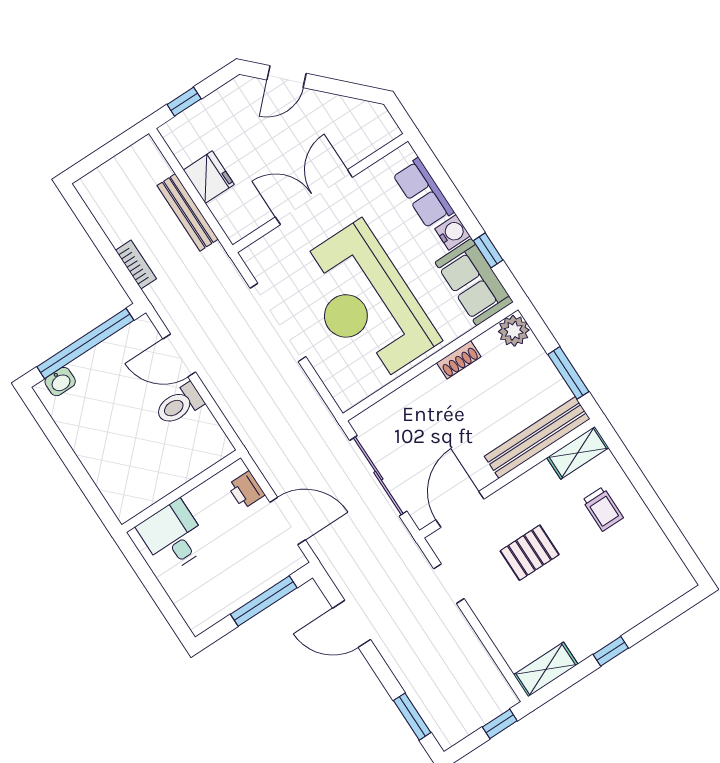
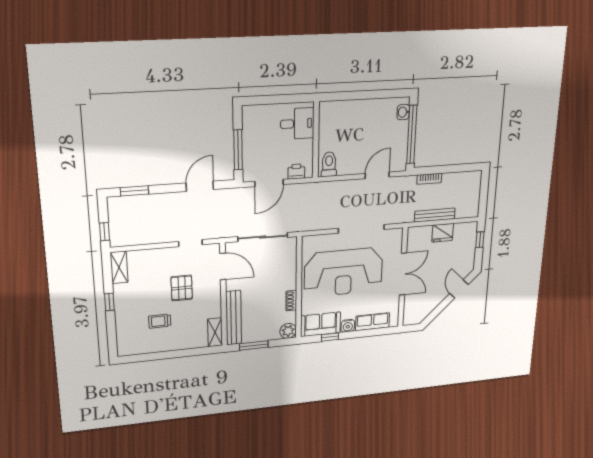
reception desk: (365, 303) -> (343, 272), turned 180
toilet: (179, 405) -> (329, 164), moved
trolley: (603, 509) -> (160, 321), moved

